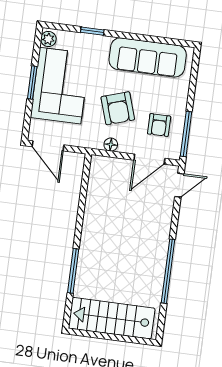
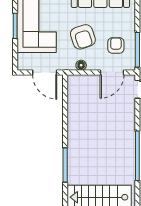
armchair: (159, 125) -> (116, 45), turned 180
door: (48, 146) -> (45, 72), moved

